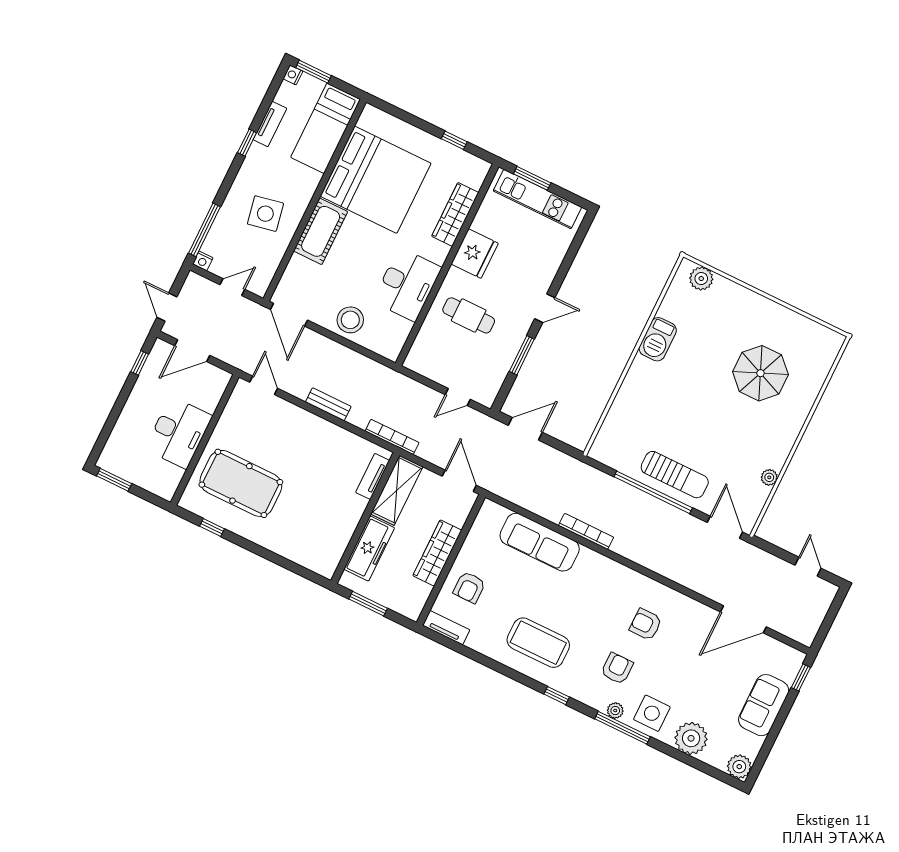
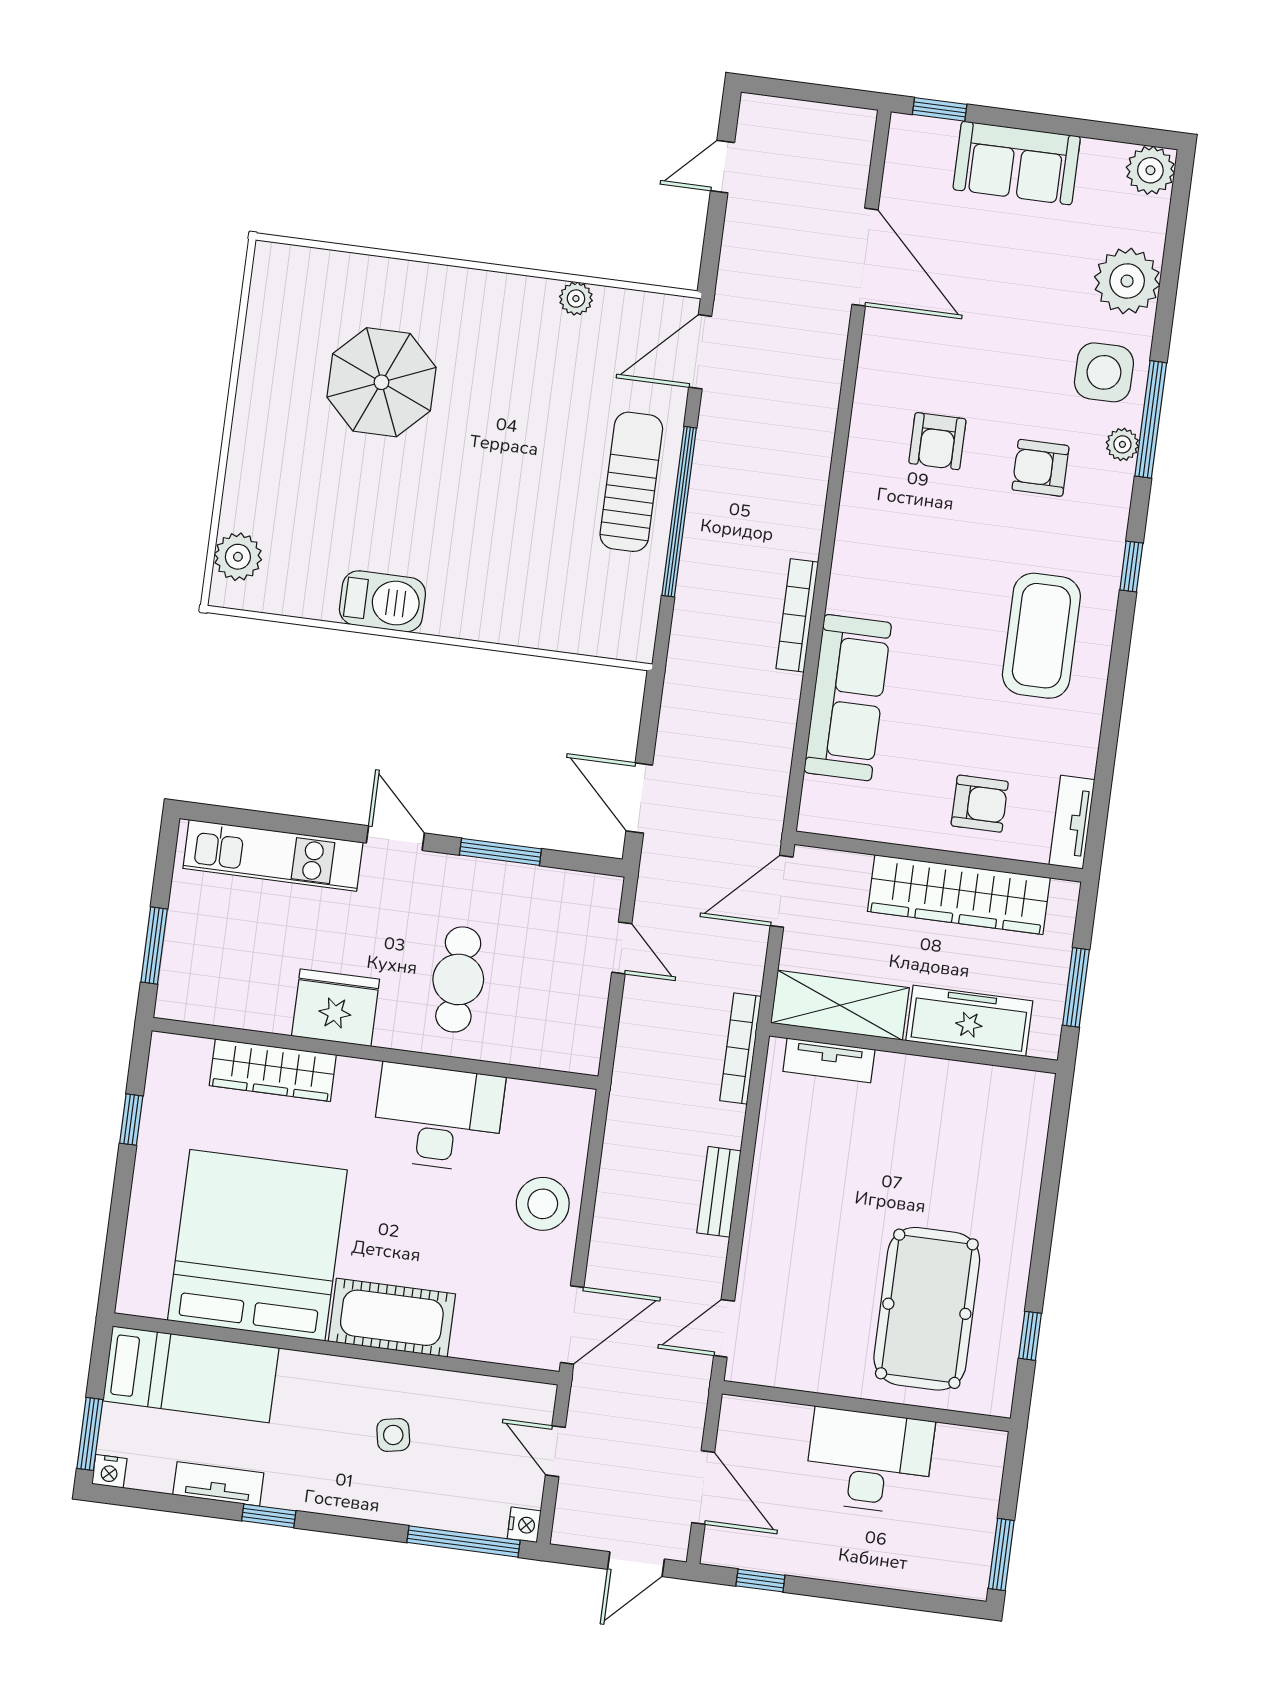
kitchen unit: (537, 199) -> (273, 855), moved, turned 90
side table: (265, 214) -> (393, 1435), width x0.54, depth x0.54
wardrobe: (437, 553) -> (959, 895), width x1.40, depth x1.17

